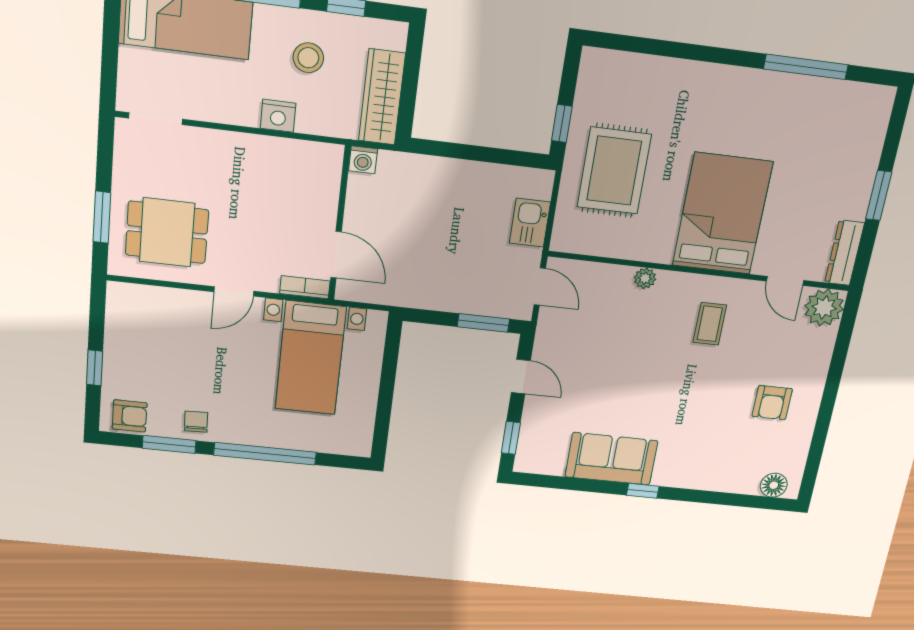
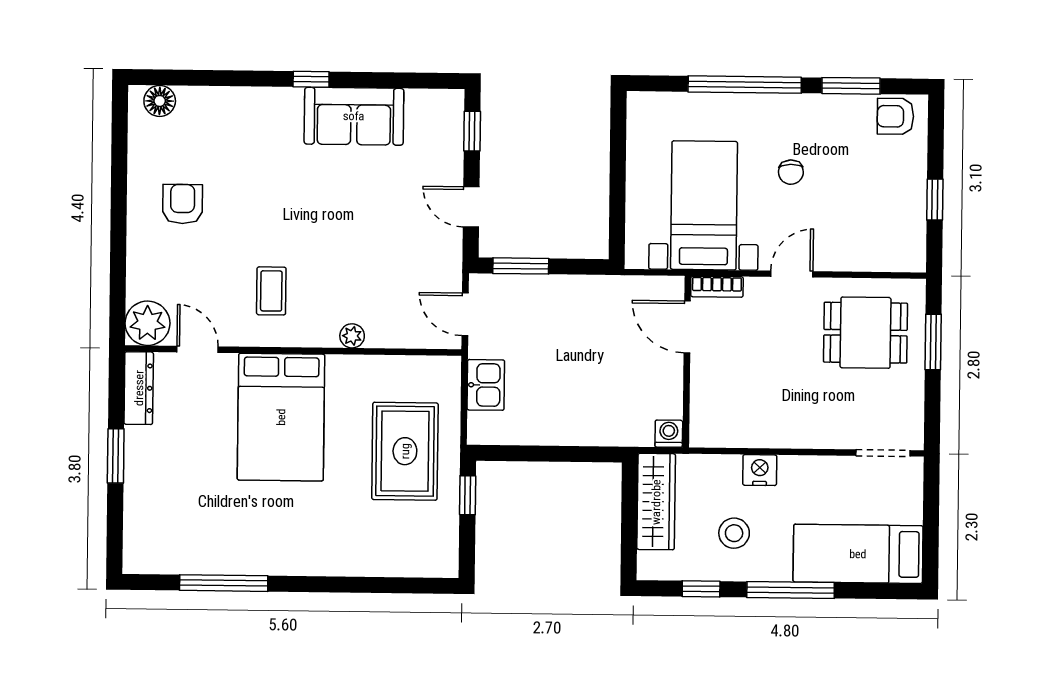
window: (95, 368) -> (935, 200), moved
chair: (196, 422) -> (791, 172), moved

